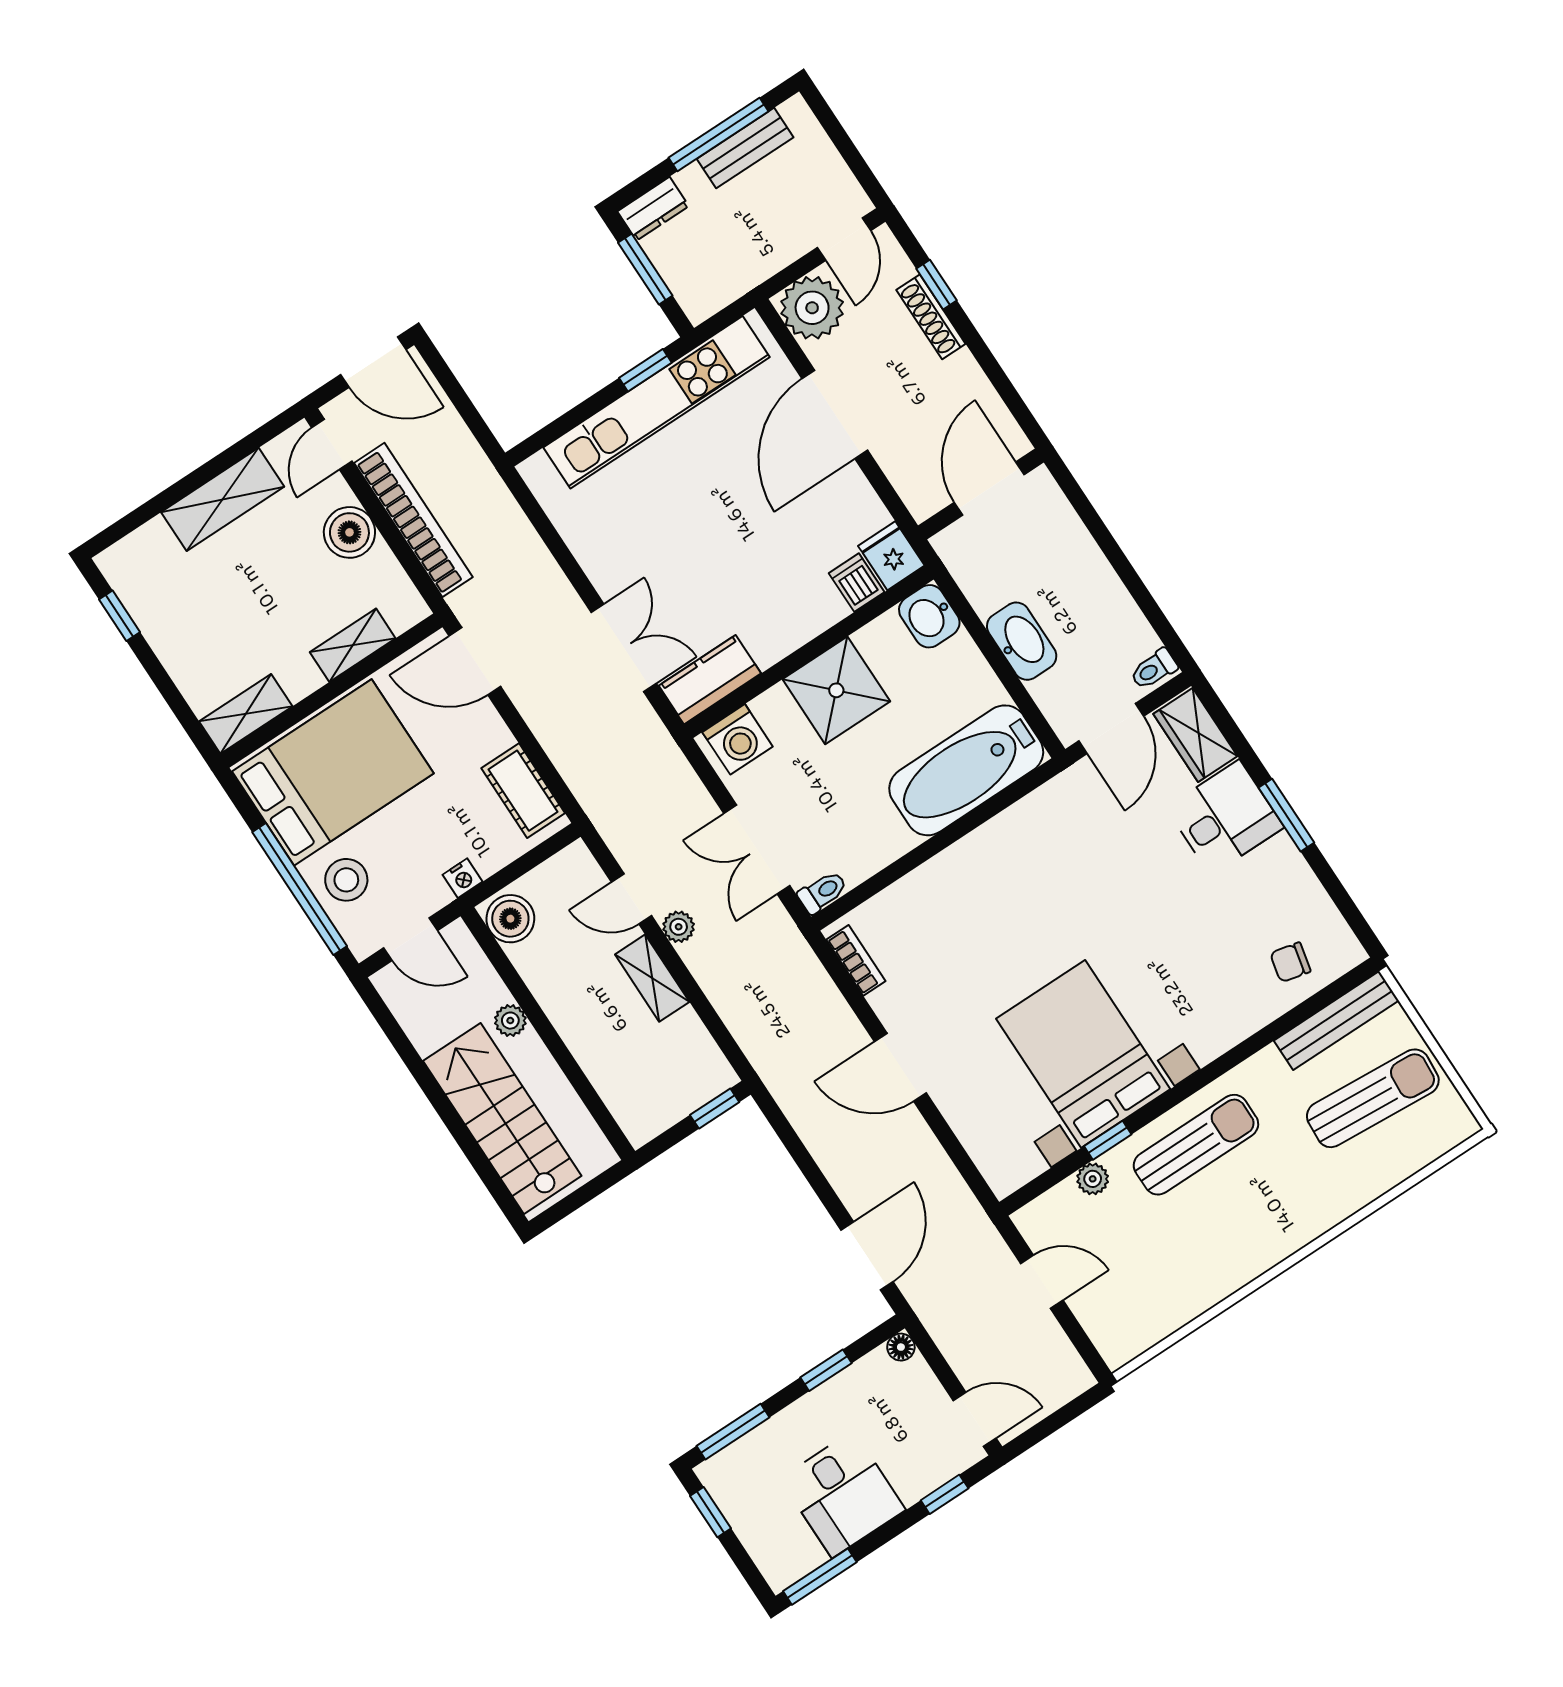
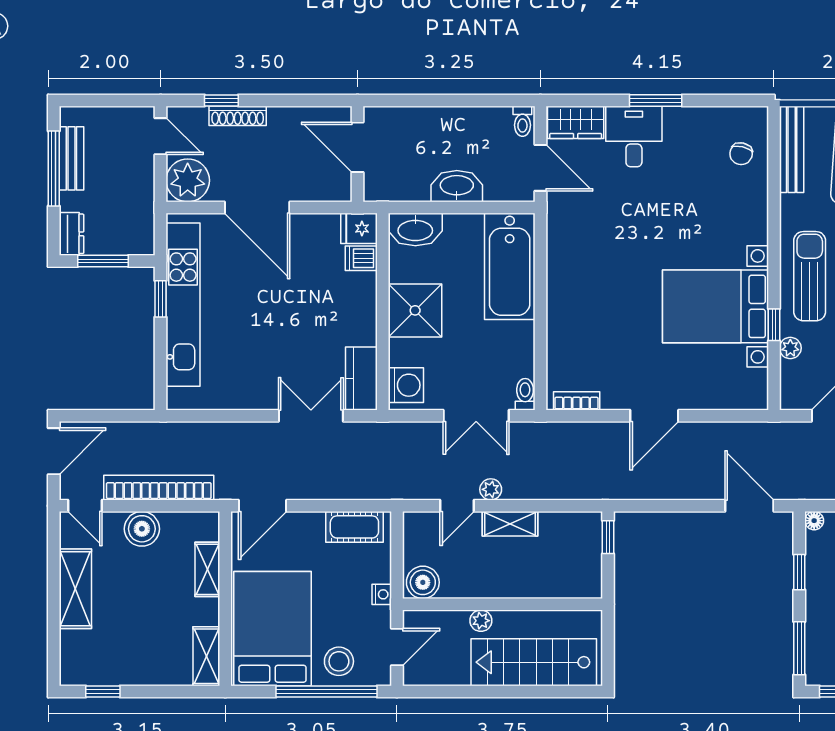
washbasin: (929, 616) -> (415, 230), width x1.38

